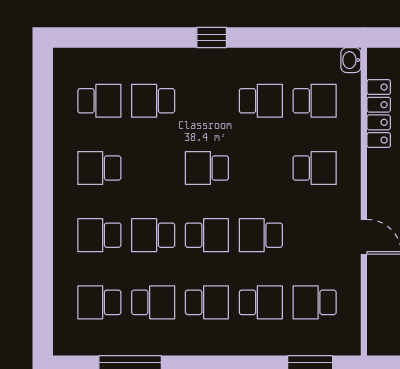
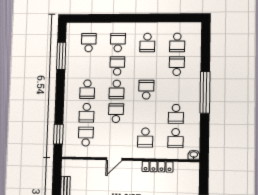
window: (212, 37) -> (205, 92), width x3.17
locker: (379, 114) -> (157, 167), moved
school desk: (99, 168) -> (147, 42), turned 180
school desk: (153, 302) -> (88, 66), removed

